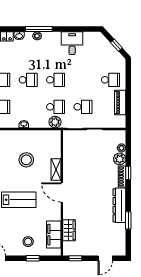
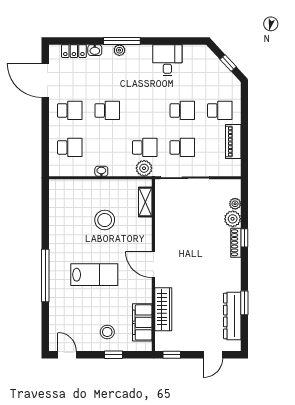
school desk: (56, 80) -> (182, 110), moved
shelving: (56, 169) -> (145, 202), moved
dresser: (119, 205) -> (232, 316), moved
wardrobe: (69, 230) -> (163, 309), width x1.50

